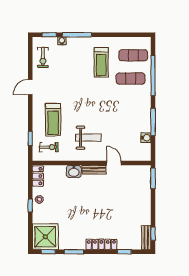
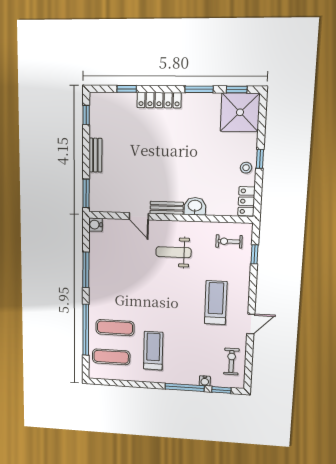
treadmill: (53, 120) -> (216, 303), moved
water cooler: (146, 138) -> (95, 225), moved
bench: (146, 238) -> (95, 155), moved

